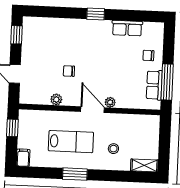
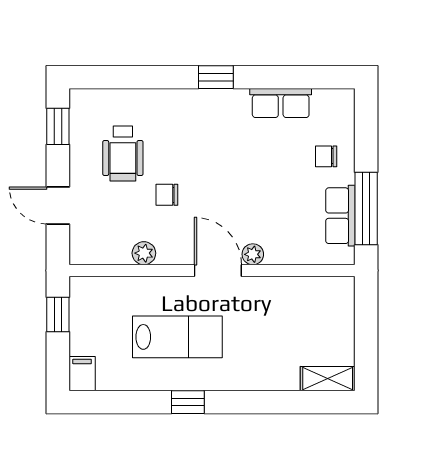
wheelchair: (48, 50) -> (123, 154), added
stool: (113, 149) -> (264, 347), removed
window: (75, 174) -> (188, 402), width x0.67

